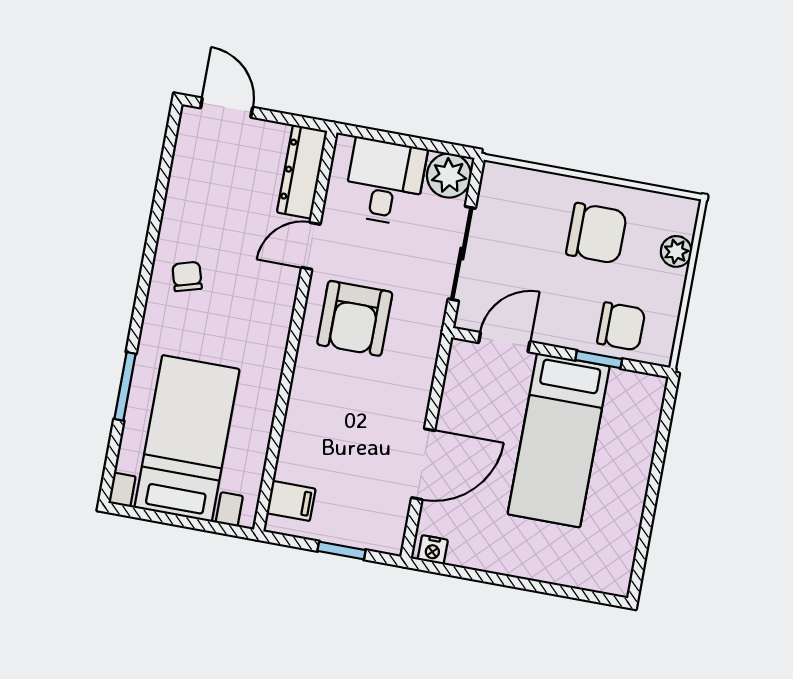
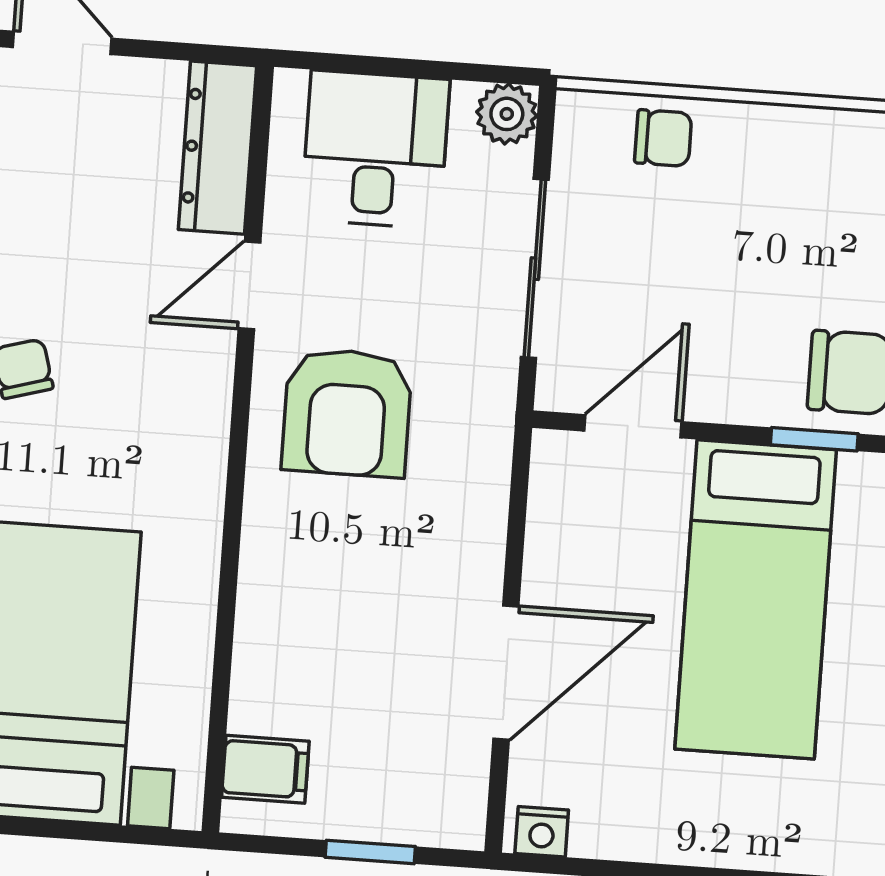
plant: (449, 176) -> (507, 114), width x0.73, depth x0.73
chair: (597, 233) -> (663, 138), moved, width x0.54, depth x0.54

